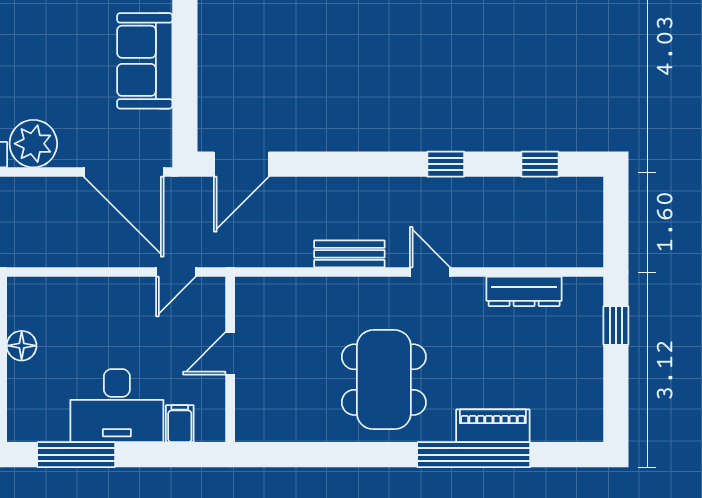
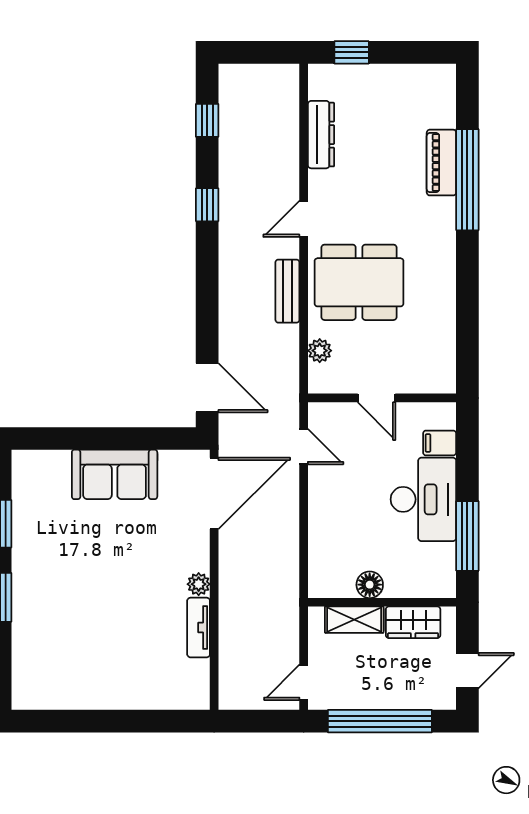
plant: (33, 144) -> (199, 584), width x0.53, depth x0.53
plant: (283, 290) -> (320, 351), added
dining table: (384, 380) -> (359, 282), moved

